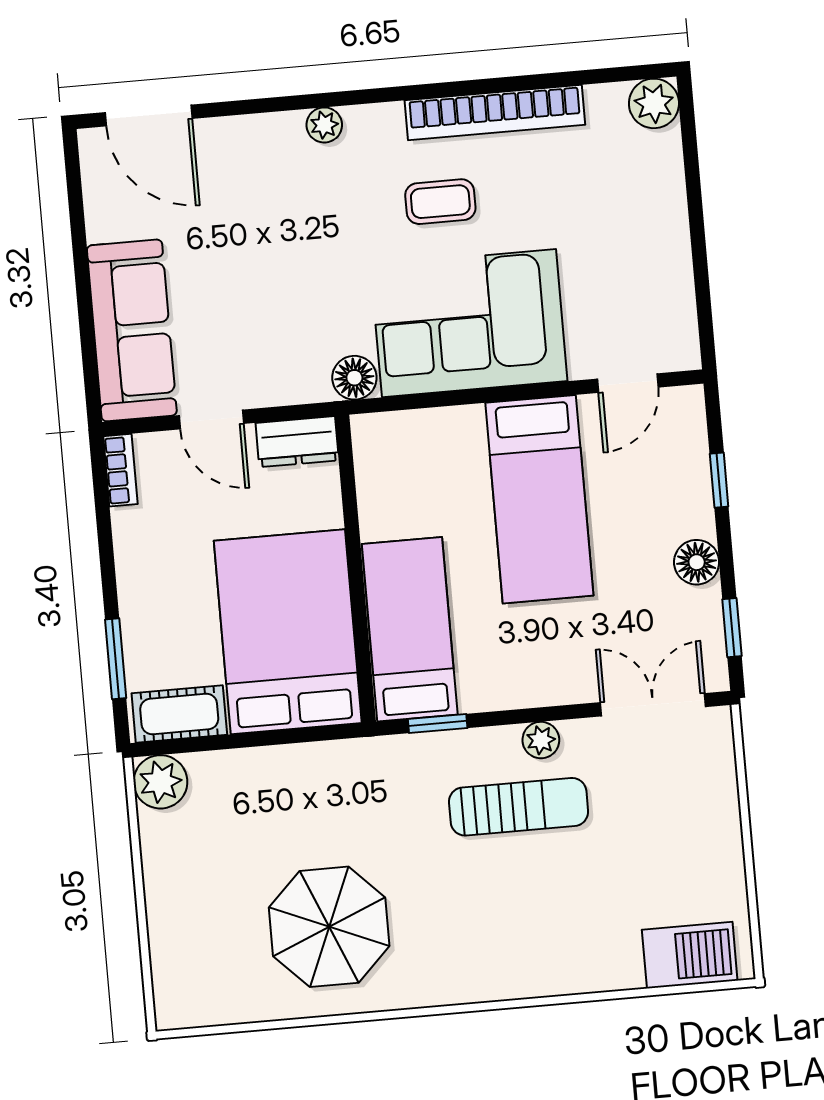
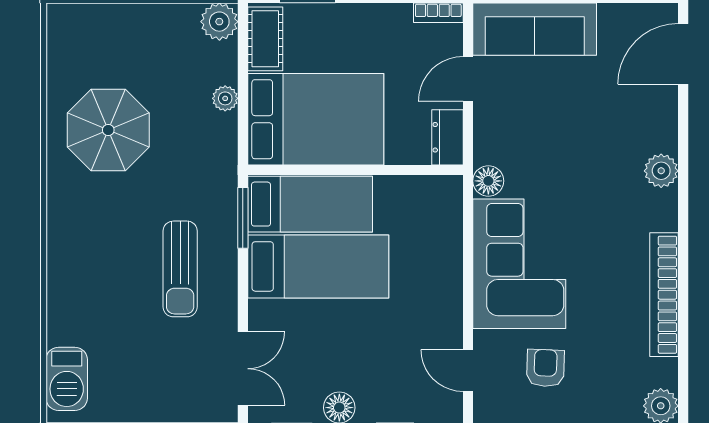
plant: (324, 125) -> (661, 171), width x1.38, depth x1.38
coffee table: (440, 202) -> (605, 251), removed
armchair: (614, 273) -> (545, 368), added
bed: (539, 499) -> (318, 266), moved, turned 180
window: (438, 724) -> (243, 218), width x1.50
plant: (541, 740) -> (225, 98), moved

